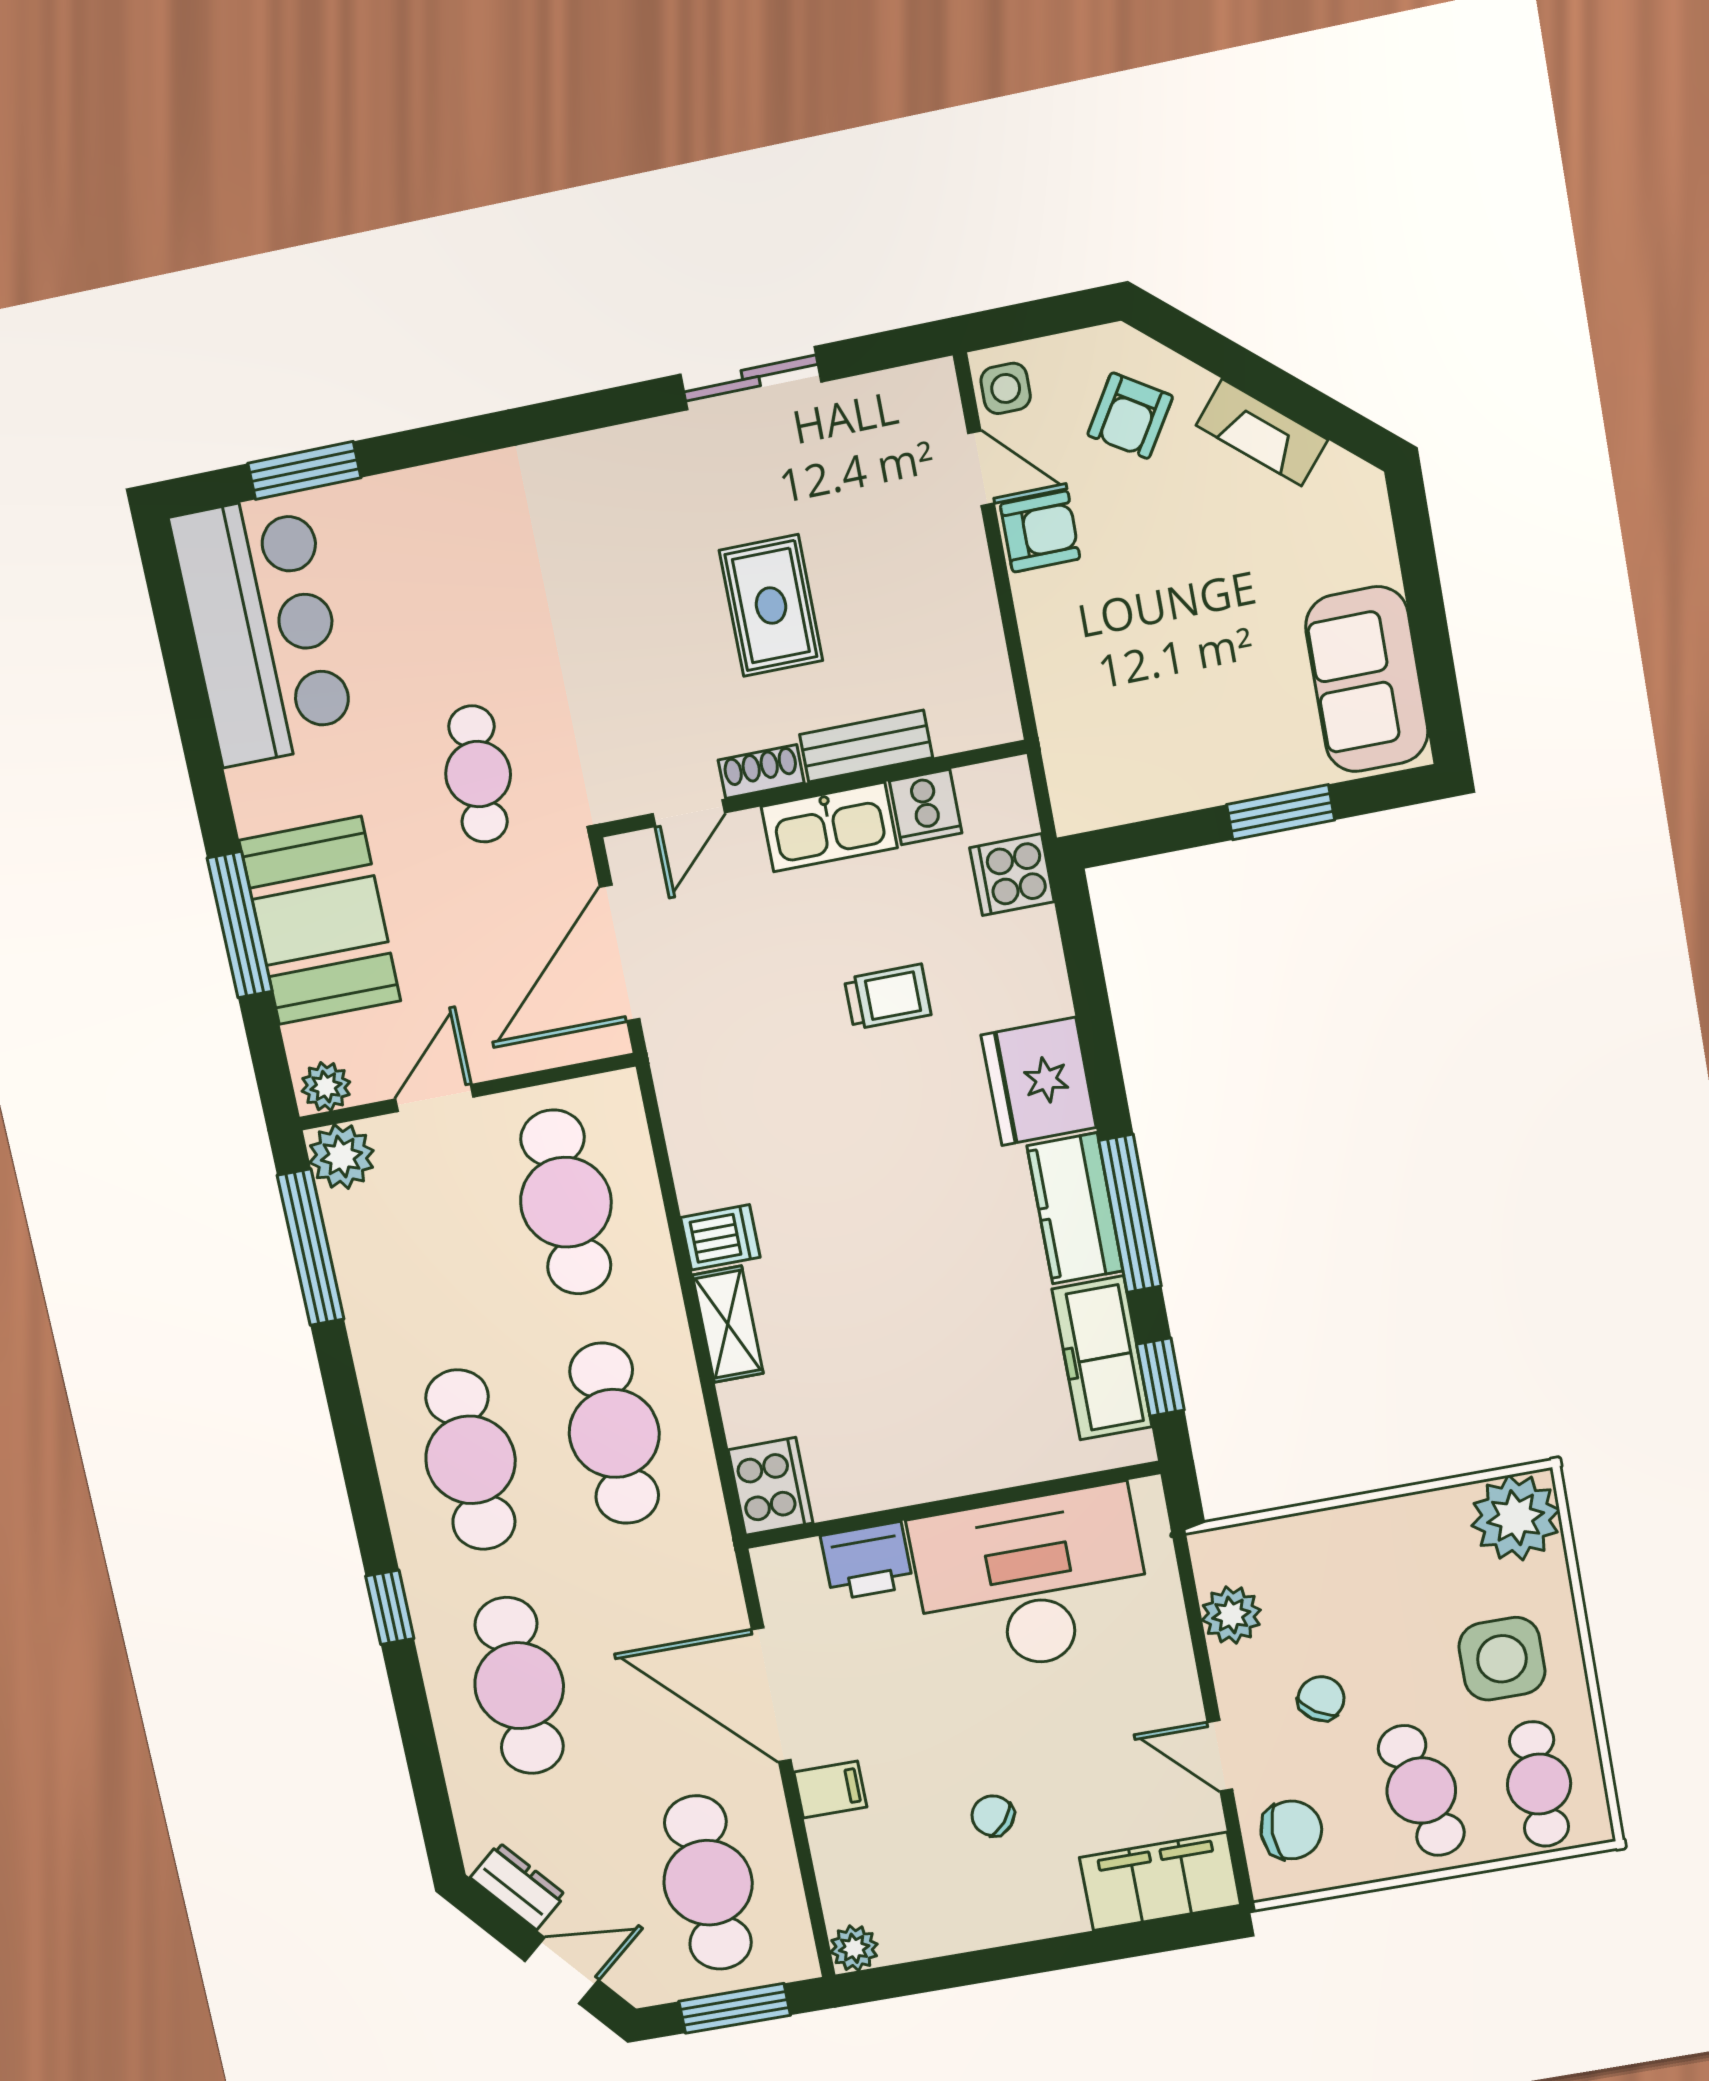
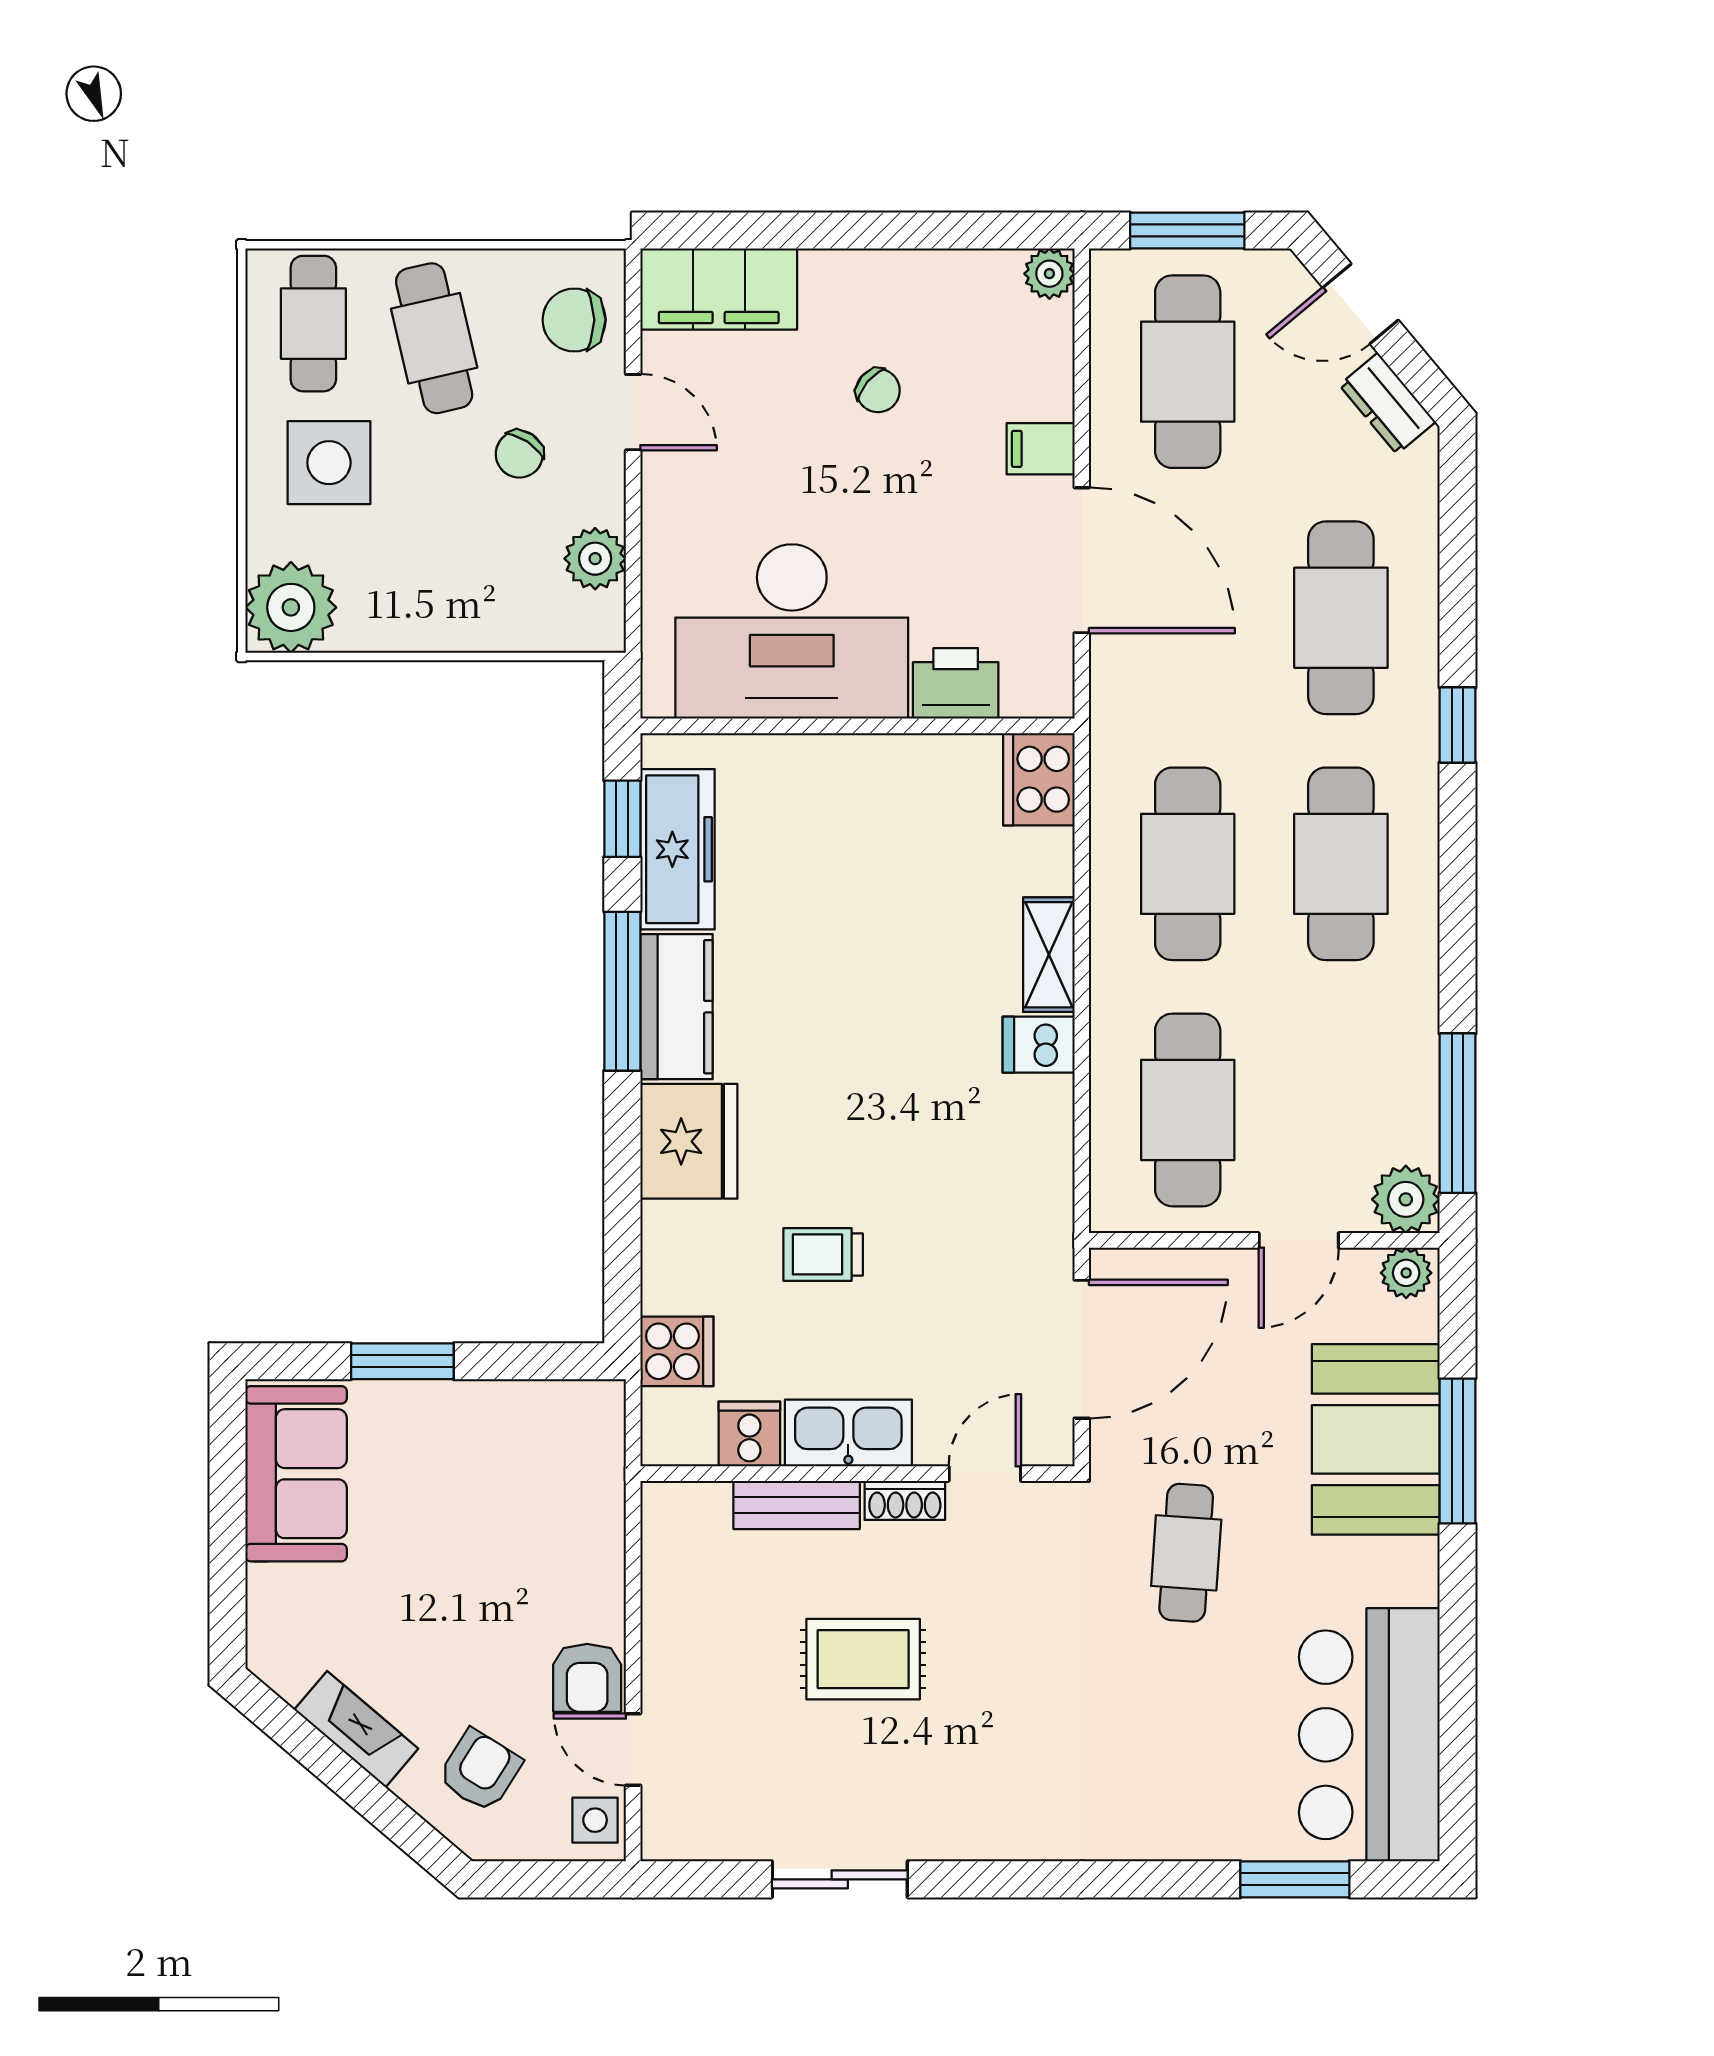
armchair: (1040, 532) -> (587, 1678), turned -90
rug: (771, 606) -> (863, 1659), turned 90

